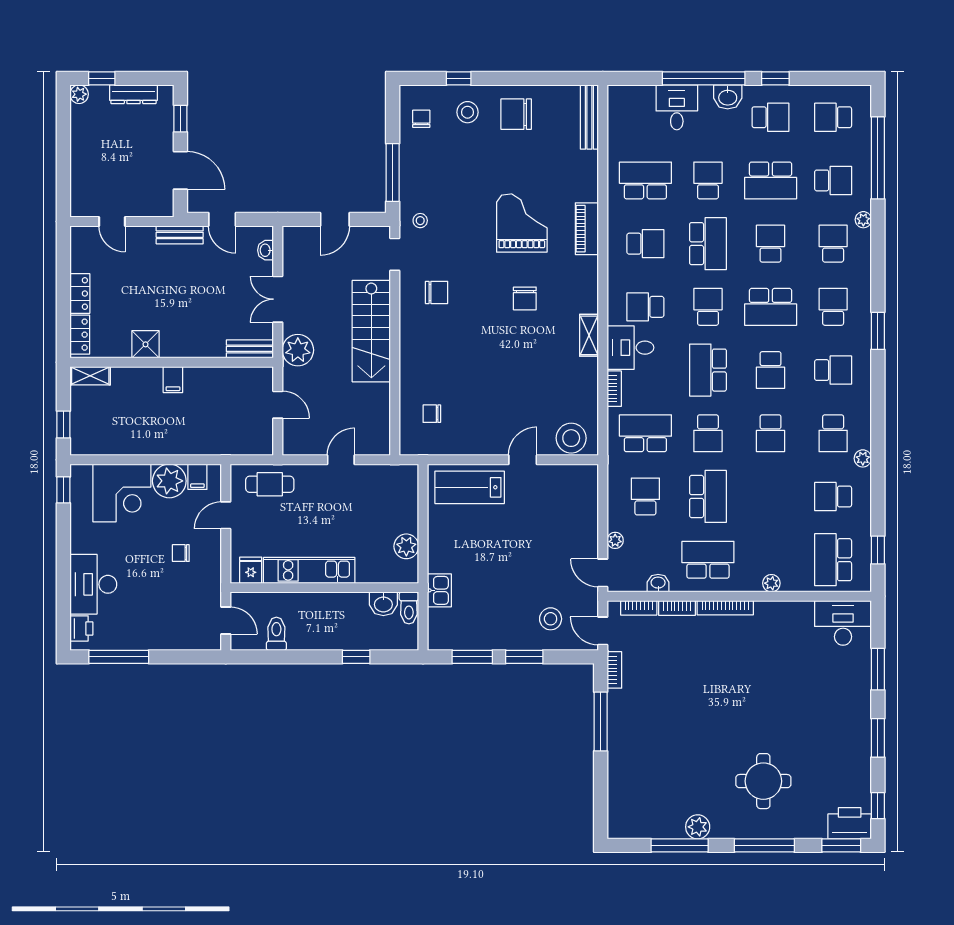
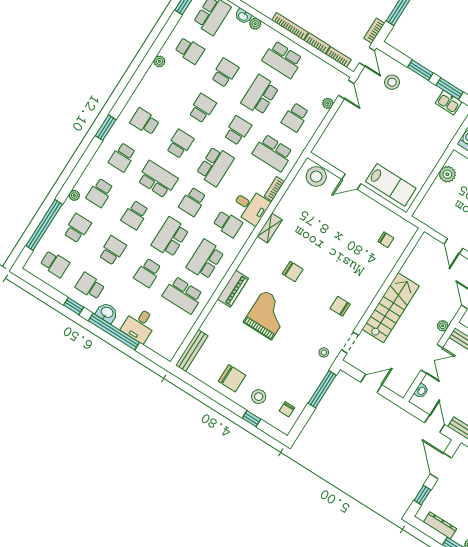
school desk: (771, 180) -> (112, 251), width x0.54
school desk: (833, 180) -> (77, 228), turned 90
grand piano: (522, 223) -> (268, 315), turned 180
school desk: (645, 244) -> (205, 259), width x1.85
chair: (525, 298) -> (293, 271), turned 90
plant: (298, 350) -> (443, 326), width x0.53, depth x0.53
school desk: (833, 433) -> (225, 73), moved
door: (341, 460) -> (453, 246), hinge flipped
washbasin: (658, 583) -> (243, 16), moved
kitchen sink: (439, 590) -> (449, 103), moved, turned -90

